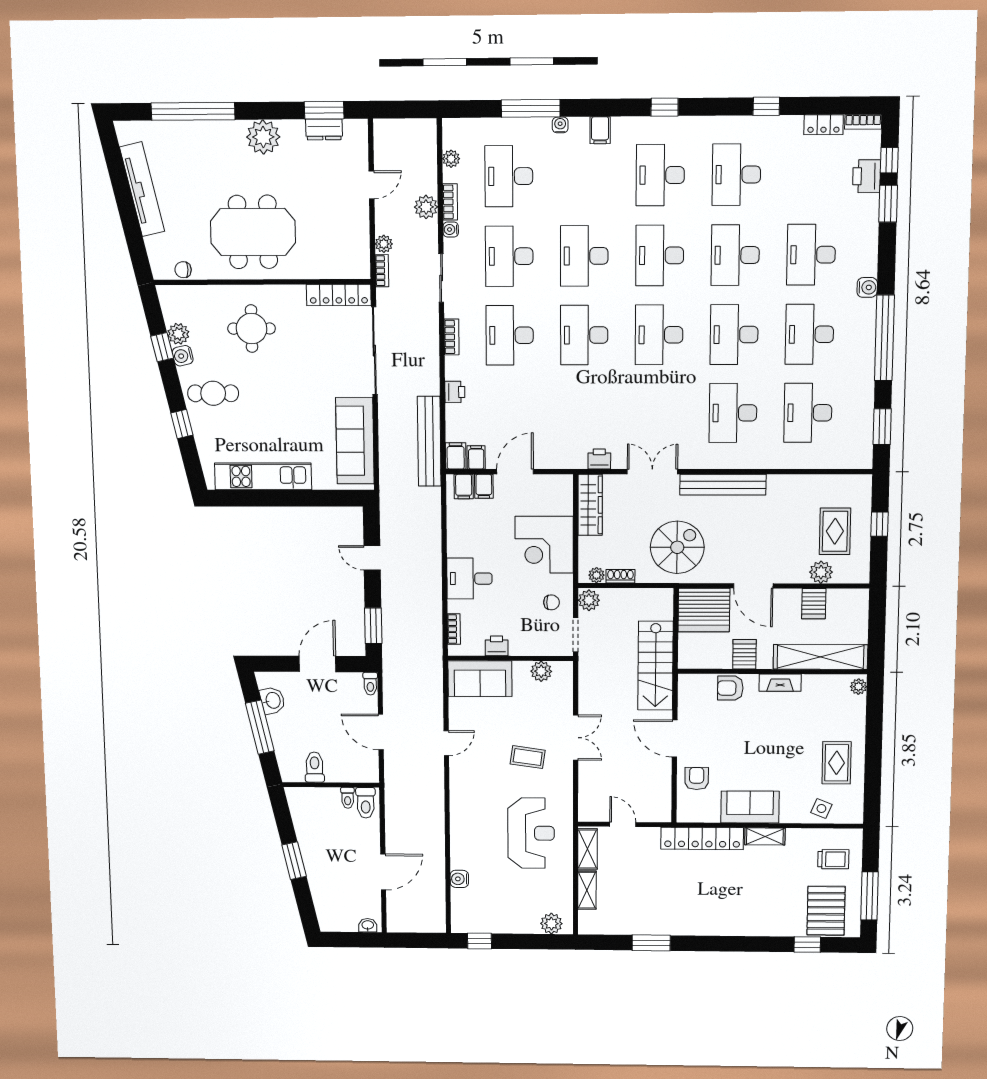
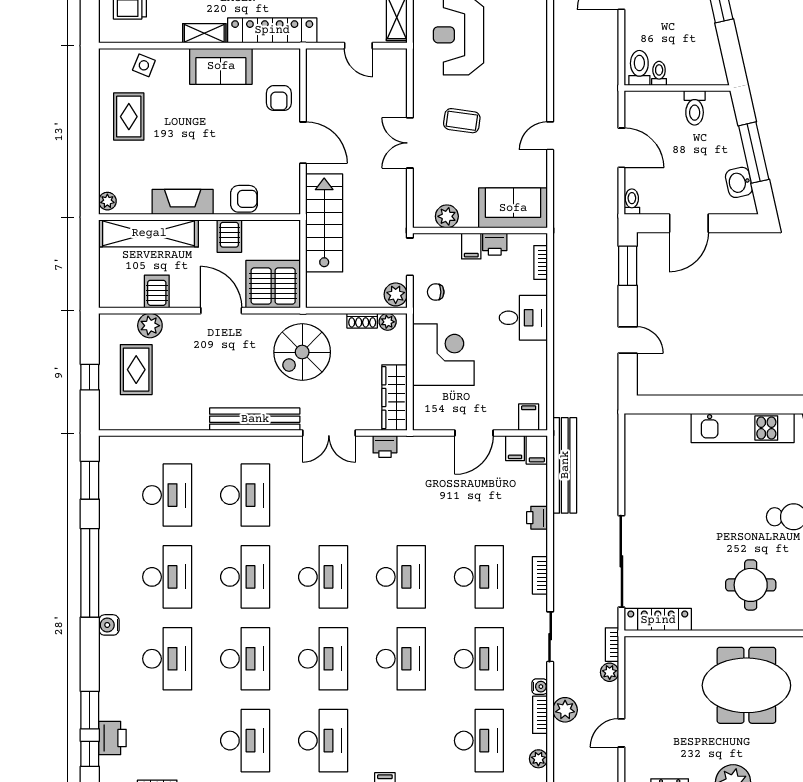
sofa: (355, 441) -> (644, 466), removed
filing cabinet: (484, 486) -> (471, 246), moved, turned 180
fireplace: (780, 683) -> (183, 202), width x1.37, depth x1.32

